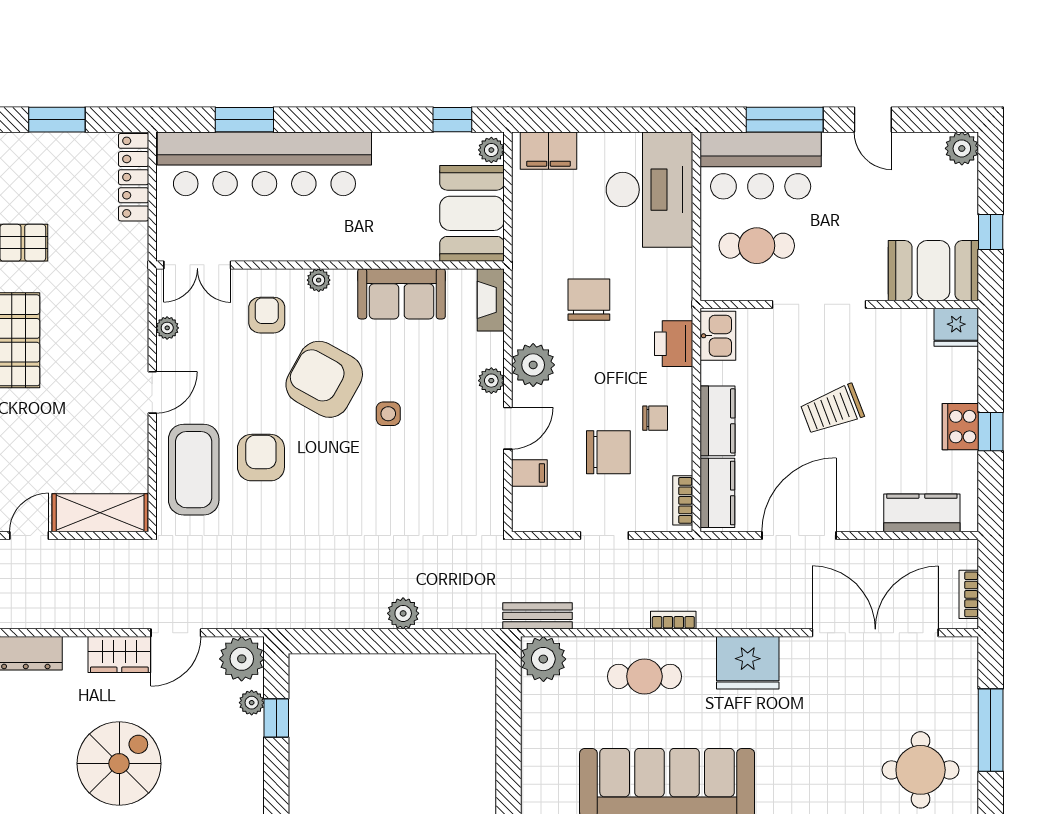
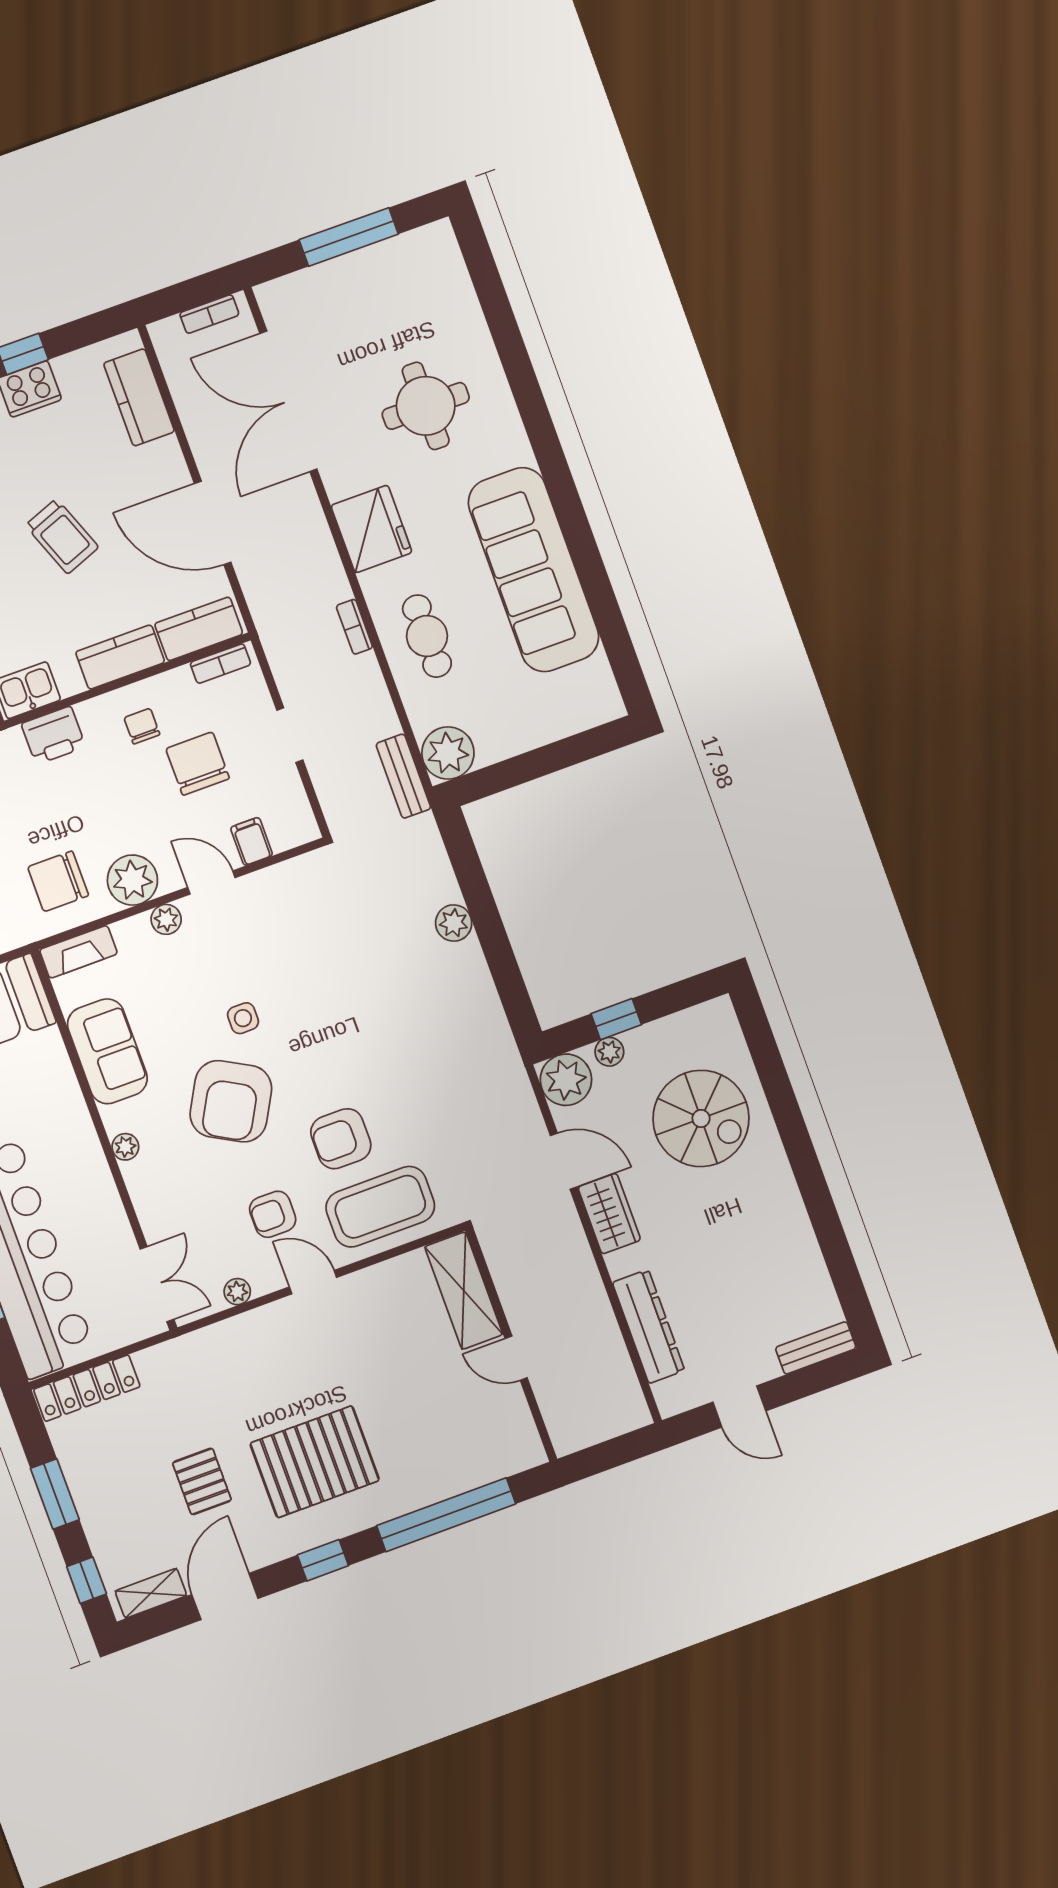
chair: (589, 300) -> (58, 881), moved
armchair: (267, 315) -> (273, 1214), moved
spiral stairs: (119, 764) -> (701, 1118), moved, turned 180
round table: (921, 770) -> (426, 406), moved

